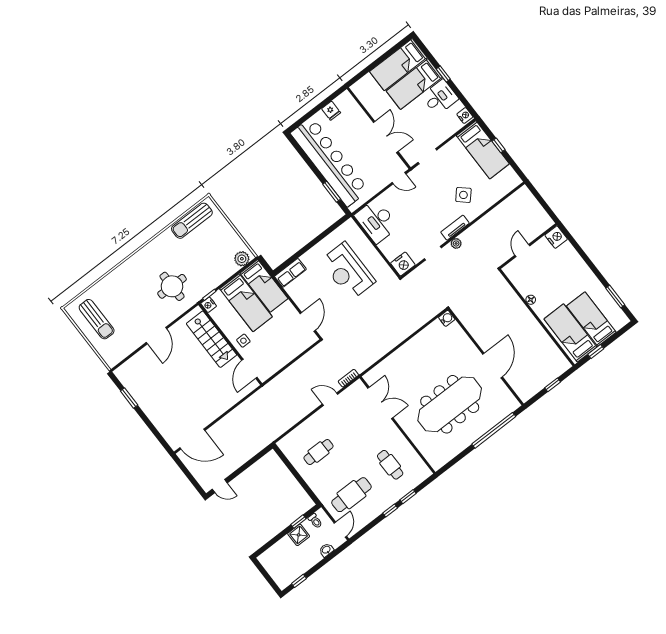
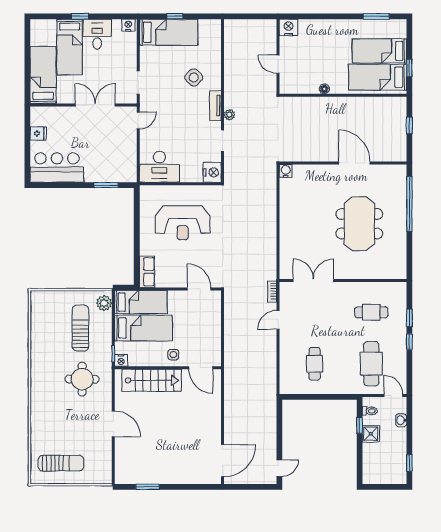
bed: (398, 65) -> (43, 75), moved, turned 180
bar counter: (330, 162) -> (57, 168), width x0.54
sun lounger: (192, 221) -> (80, 328), moved, turned 180
meeting table: (450, 404) -> (359, 224), width x0.73

